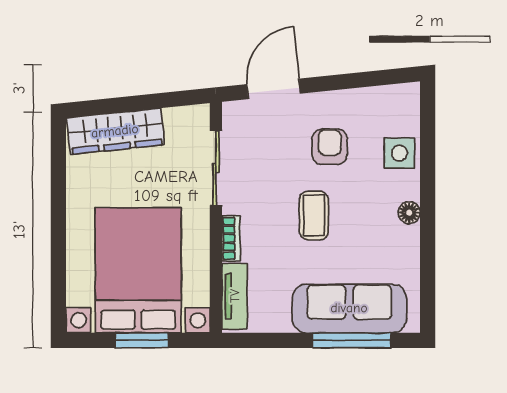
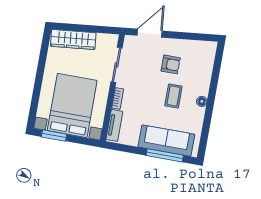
armchair: (330, 147) -> (171, 64), turned 90
side table: (399, 153) -> (202, 73), removed
coffee table: (314, 216) -> (173, 96), moved
window: (142, 340) -> (54, 136), moved

